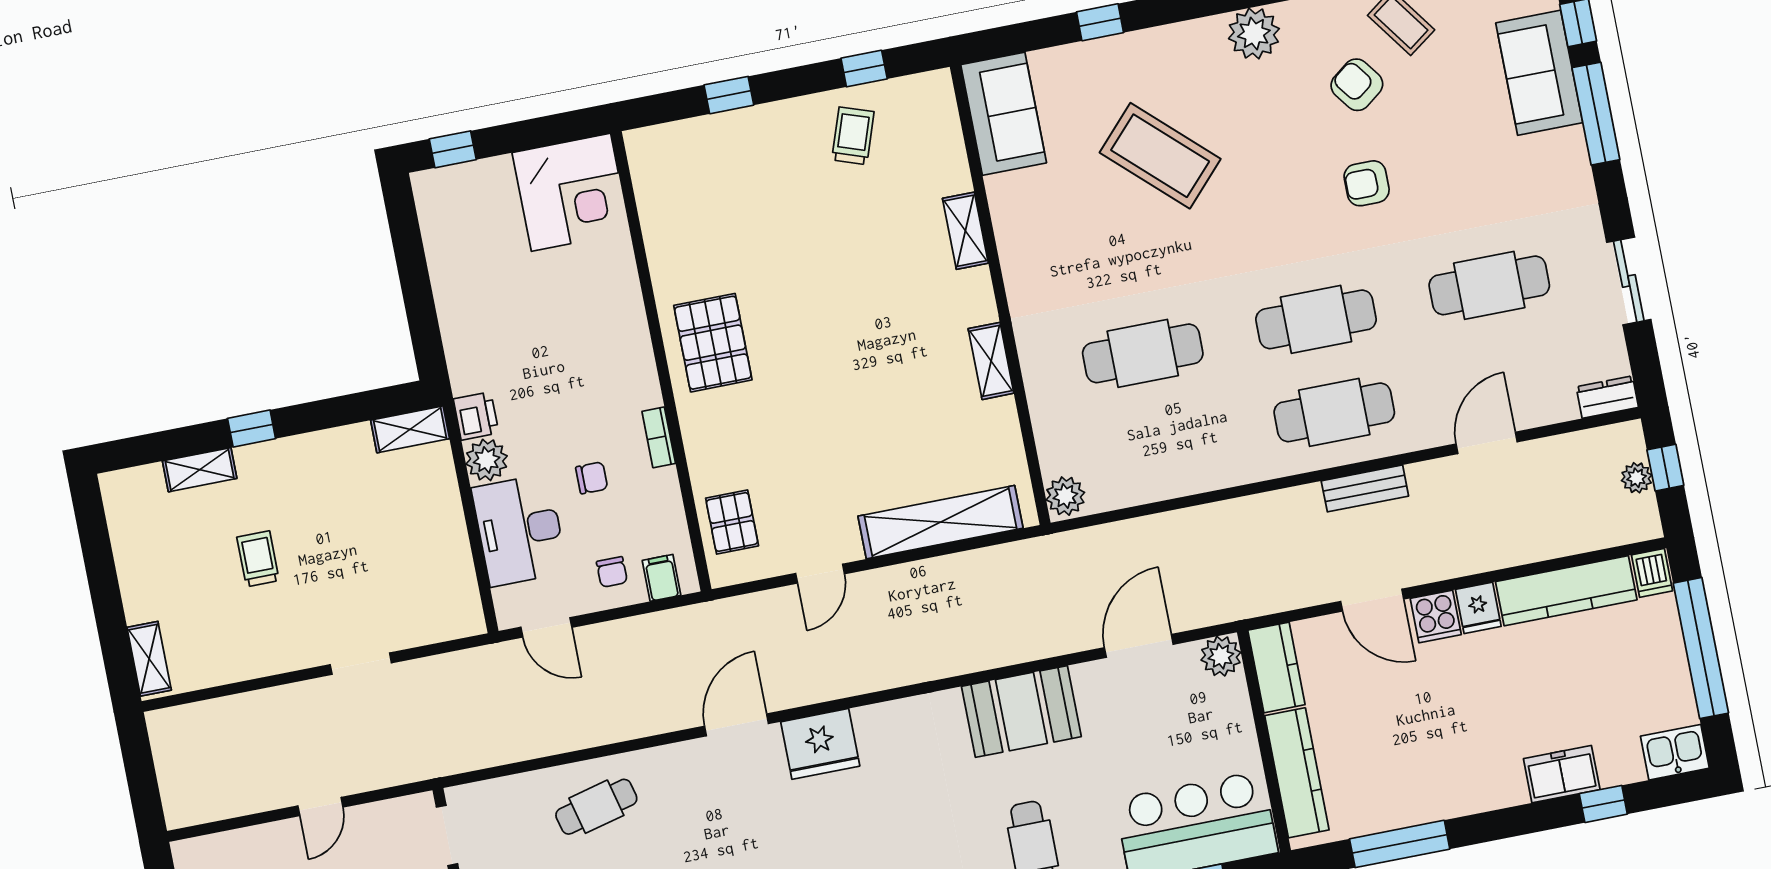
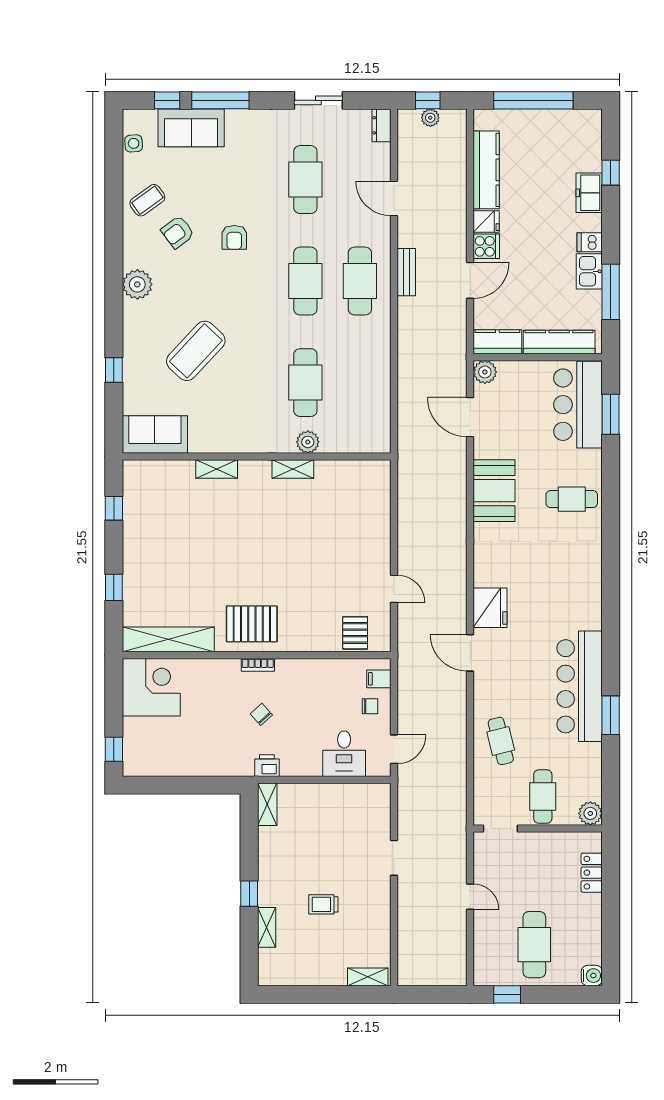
trolley: (853, 136) -> (151, 522), removed
bookcase: (659, 437) -> (258, 665), moved
plant: (487, 460) -> (293, 764), removed
chair: (592, 478) -> (261, 714), moved, turned -42
plant: (1065, 496) -> (308, 442), moved
pallet: (732, 522) -> (355, 633), turned 90
shelving: (941, 522) -> (168, 639), moved, turned 90
desk: (519, 530) -> (344, 754), width x0.73
dishwasher: (1652, 573) -> (590, 242), moved, turned 180
kitchen sink: (1675, 752) -> (589, 271), moved

